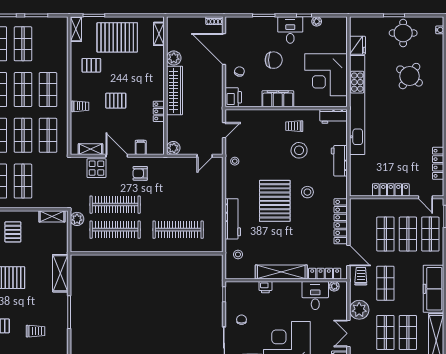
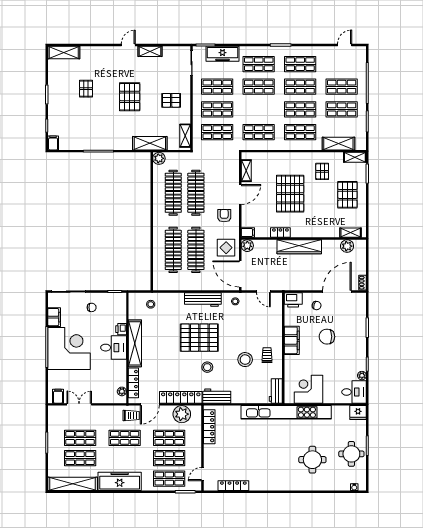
desk: (290, 30) -> (354, 392), moved
pallet: (117, 37) -> (347, 195), width x0.73, depth x0.71
fridge: (358, 45) -> (358, 413), moved
shelving: (61, 47) -> (338, 144), added
plant: (174, 58) -> (347, 246), moved
chair: (274, 60) -> (327, 337), turned 90
corner desk: (326, 75) -> (309, 389), width x0.74, depth x0.74
round table: (410, 76) -> (312, 460), turned -36
pallet: (116, 101) -> (290, 194), width x2.05, depth x2.00
trolley: (80, 106) -> (285, 161), removed
shop shelf: (23, 135) -> (217, 132), moved
filing cabinet: (141, 147) -> (248, 233), moved
door: (205, 156) -> (240, 274), width x1.88
workbench: (339, 161) -> (217, 396), moved
display table: (96, 168) -> (226, 248), moved
locker: (391, 190) -> (209, 427), moved
clothes rail: (178, 205) -> (196, 250), added
plant: (77, 219) -> (159, 158), moved
workbench: (233, 219) -> (203, 300), moved
shelving: (60, 273) -> (150, 143), moved
desk: (315, 296) -> (114, 348), moved
plant: (359, 310) -> (182, 414), moved
trolley: (36, 331) -> (81, 121), removed

